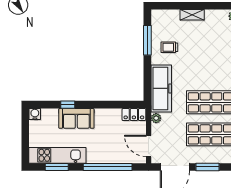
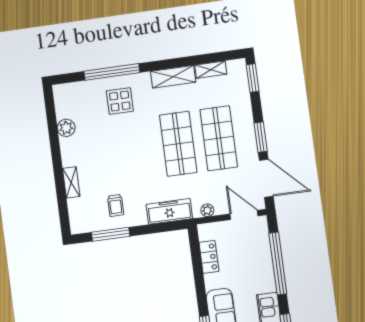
freezer: (161, 88) -> (169, 211), width x0.73, depth x0.79
locker: (134, 115) -> (209, 257), moved
door: (149, 146) -> (244, 215), swing flipped

